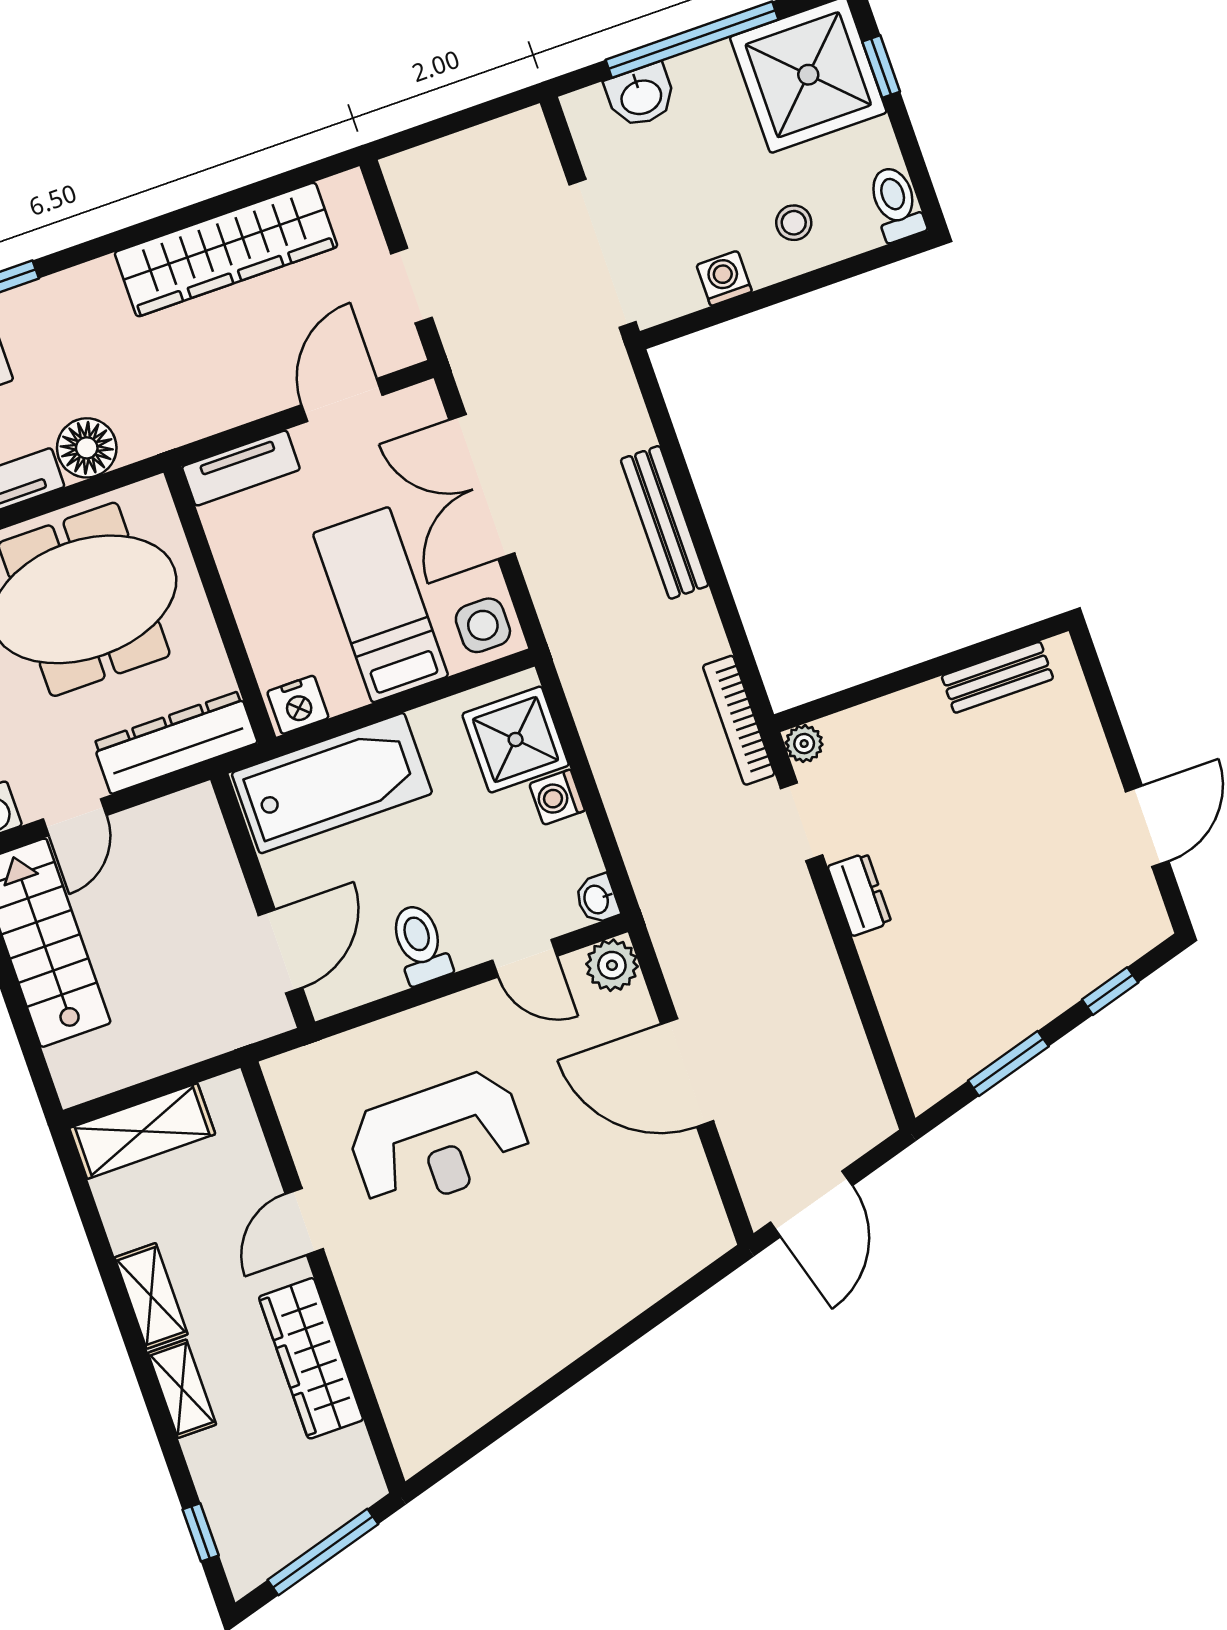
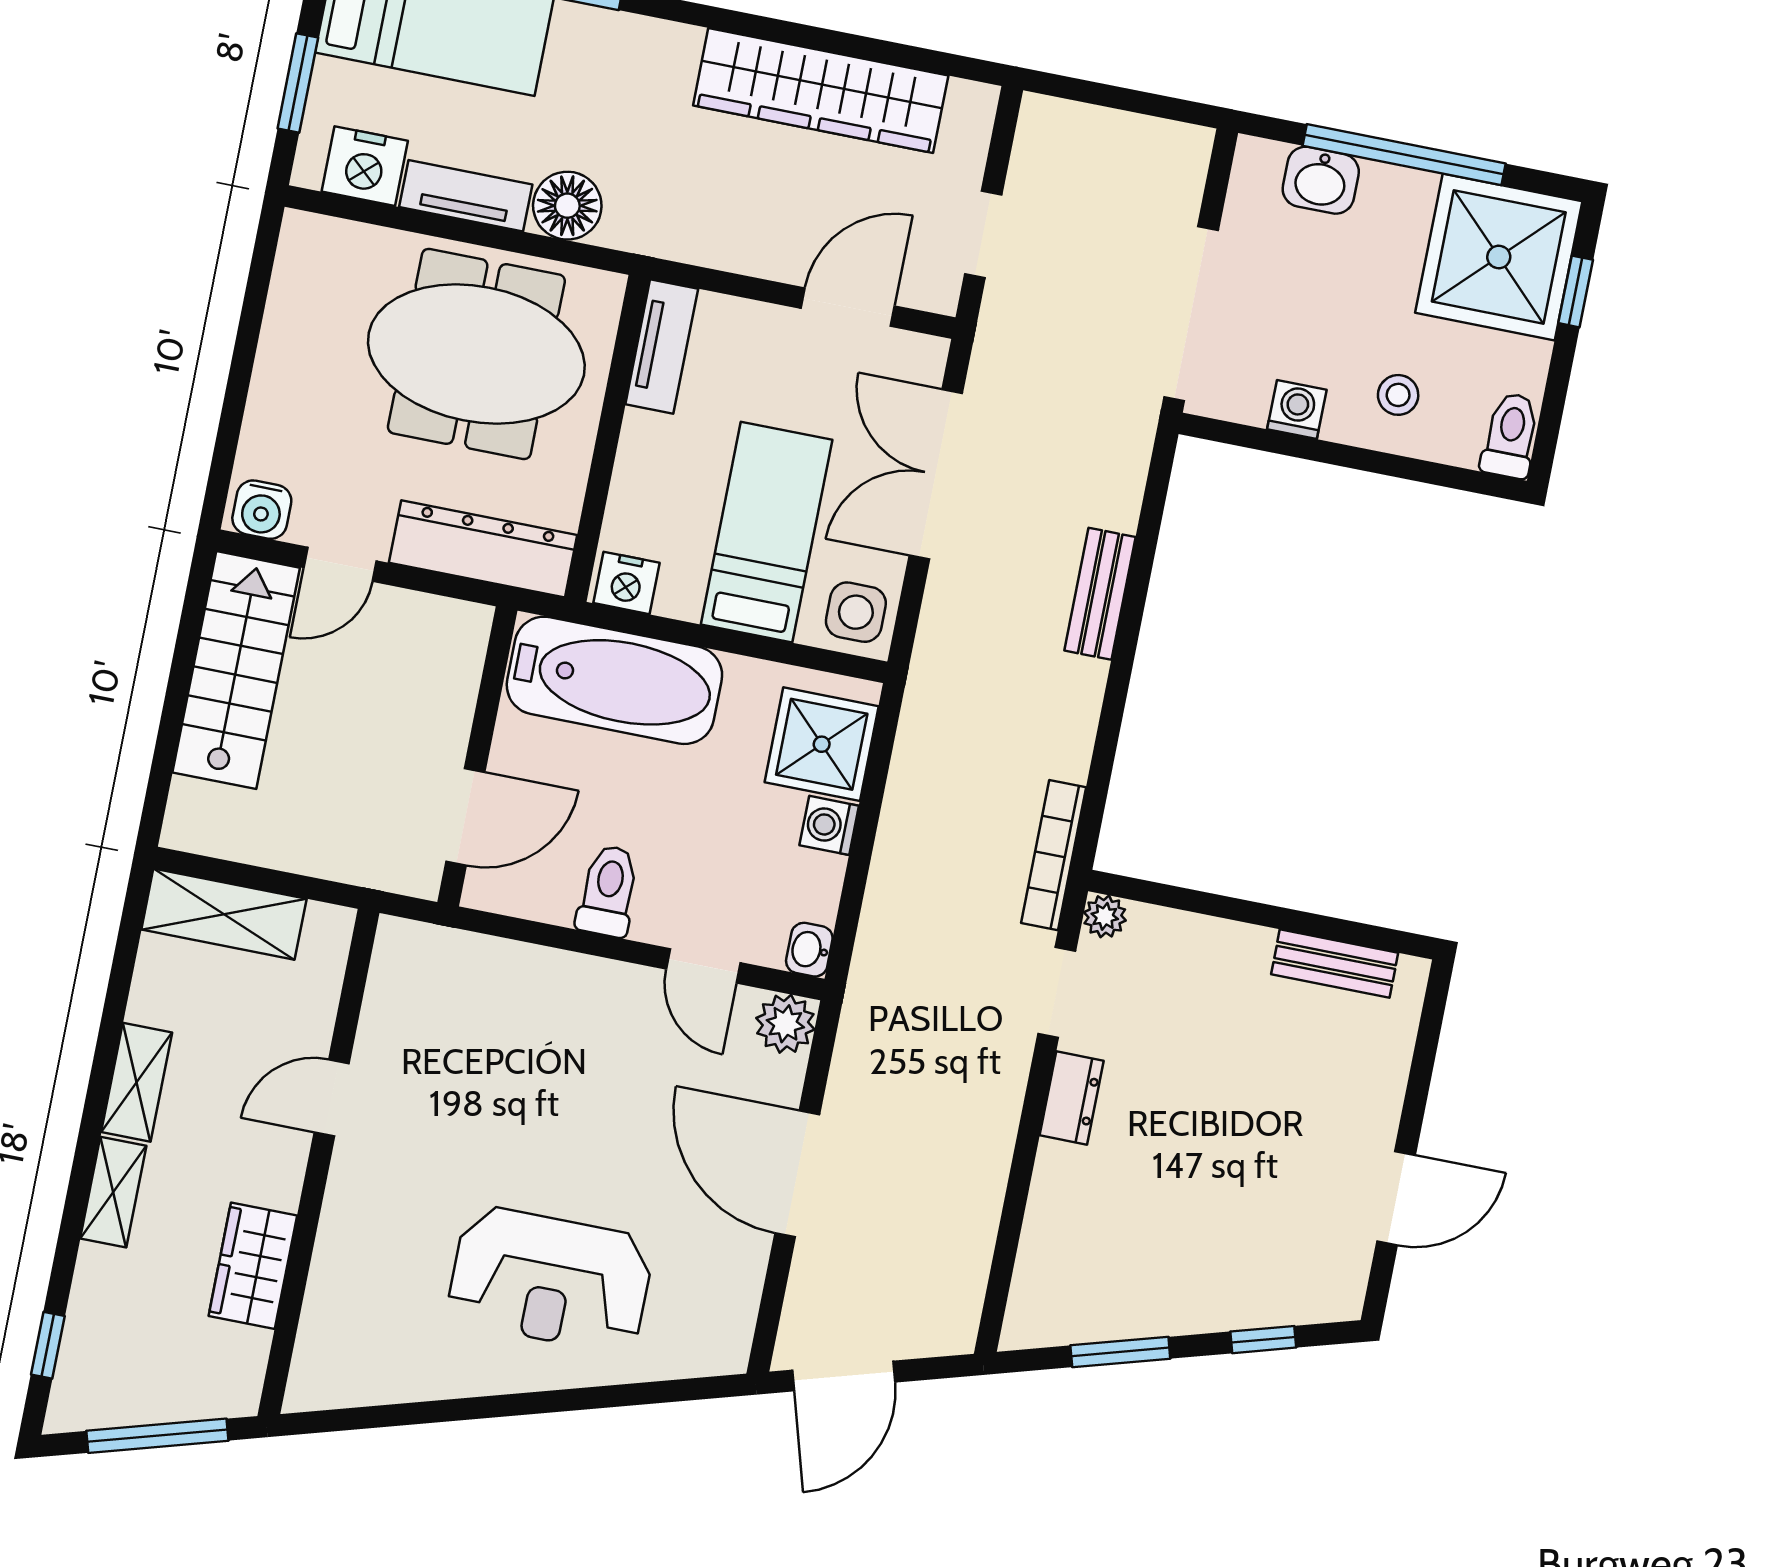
tv unit: (241, 468) -> (662, 347), moved, turned -90
bench: (665, 522) -> (1100, 594), width x0.73
reception desk: (439, 1141) -> (550, 1279), moved
wardrobe: (311, 1358) -> (253, 1266), width x0.67

